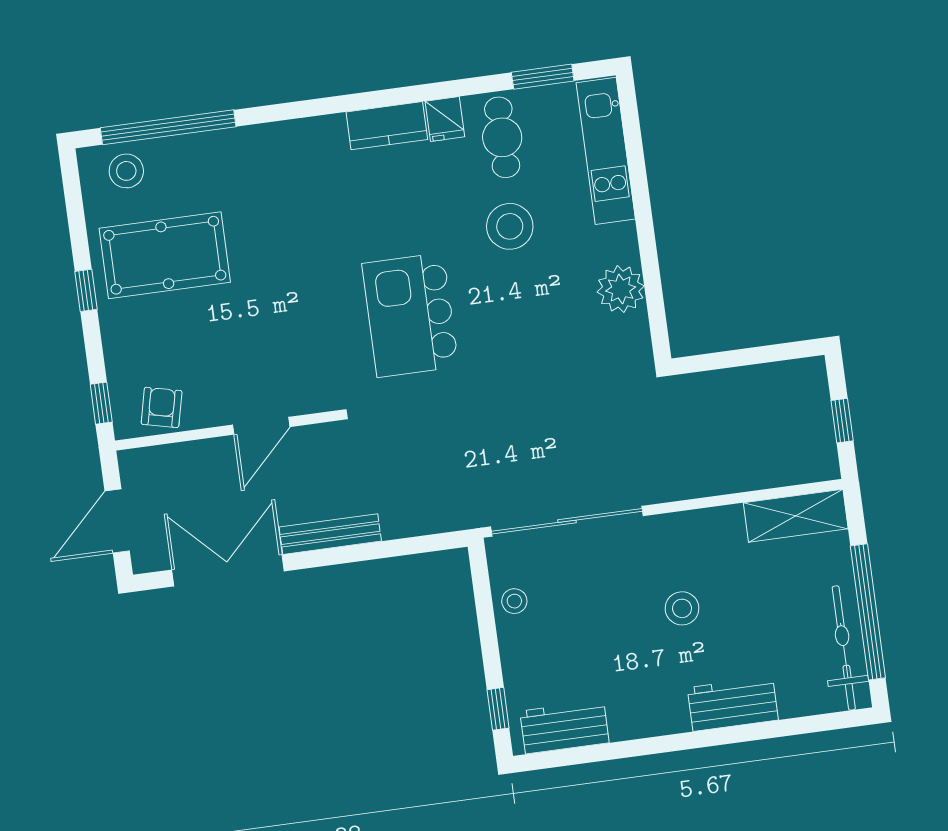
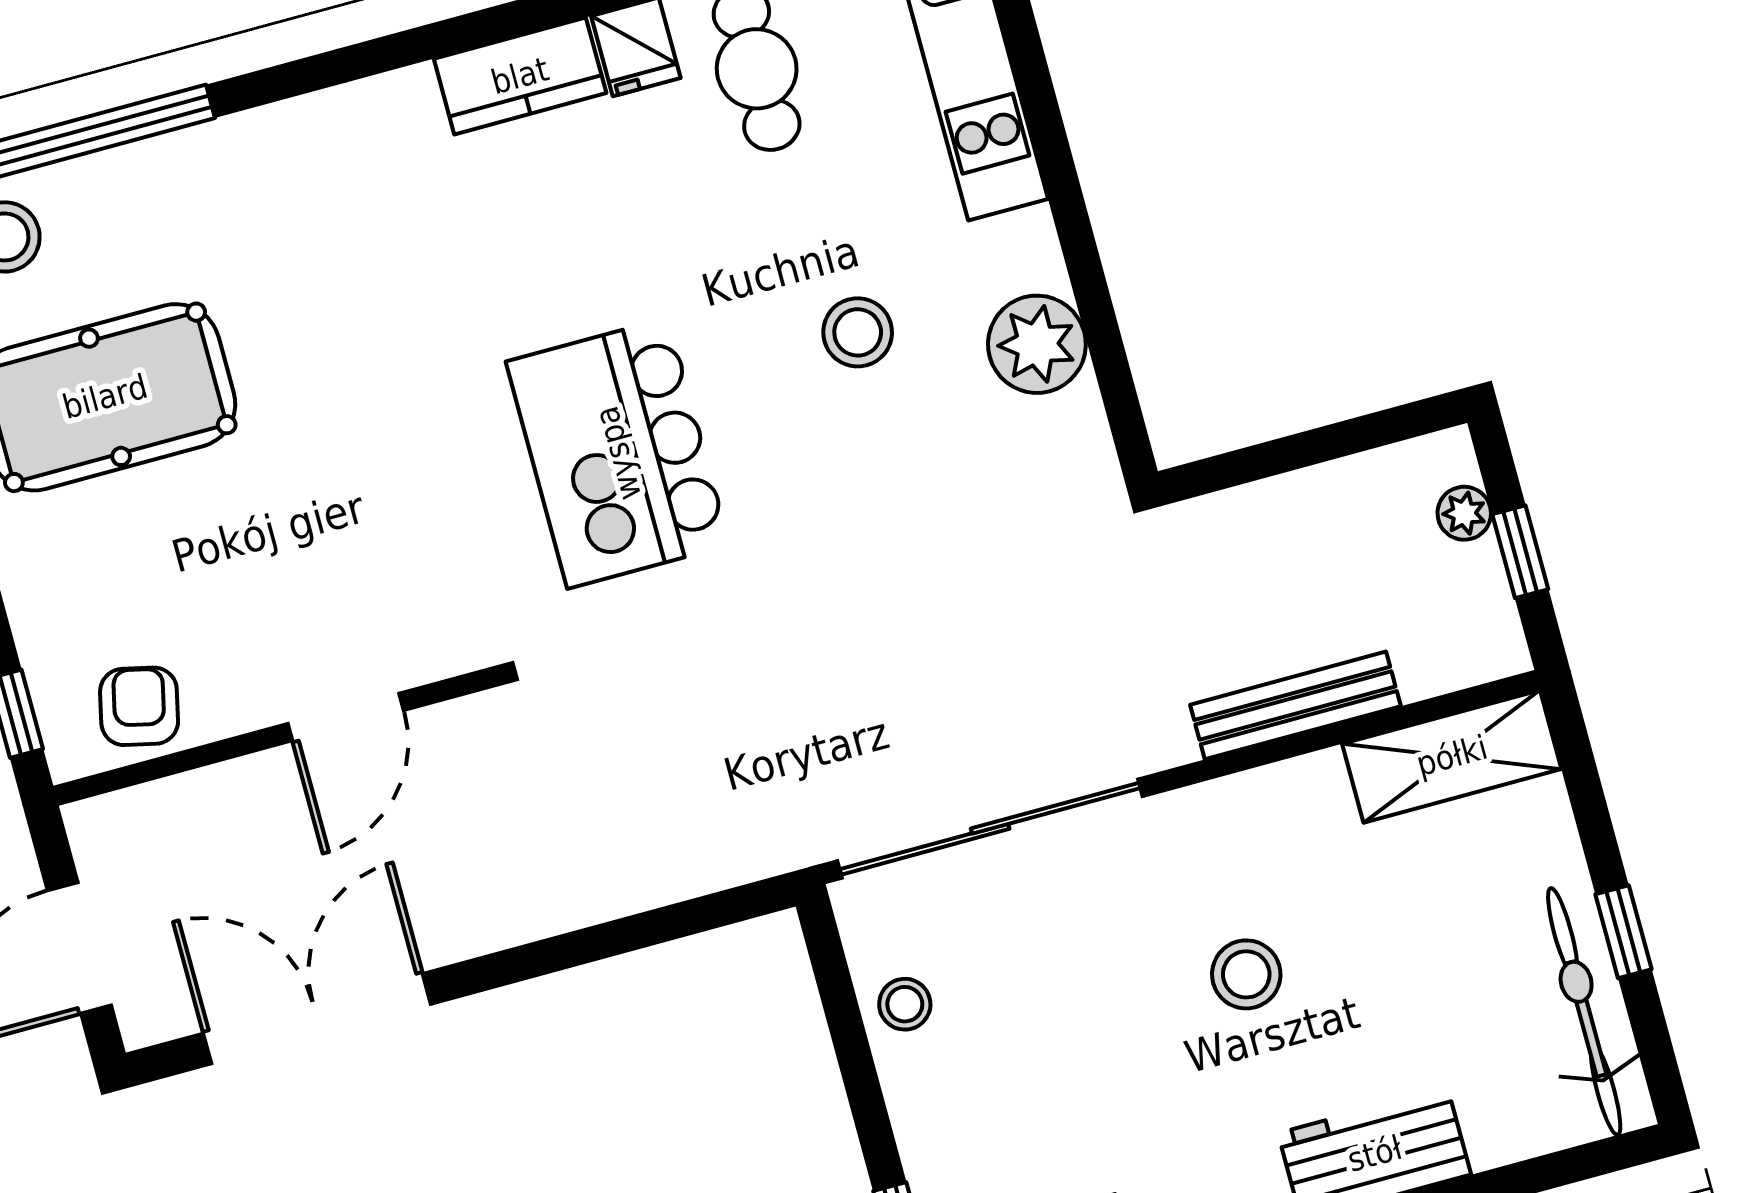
stool: (510, 226) -> (858, 332), moved, width x0.73, depth x0.73
plant: (817, 398) -> (1464, 513), added
bench: (330, 534) -> (1295, 705), moved
window: (868, 612) -> (1623, 932), width x0.32

